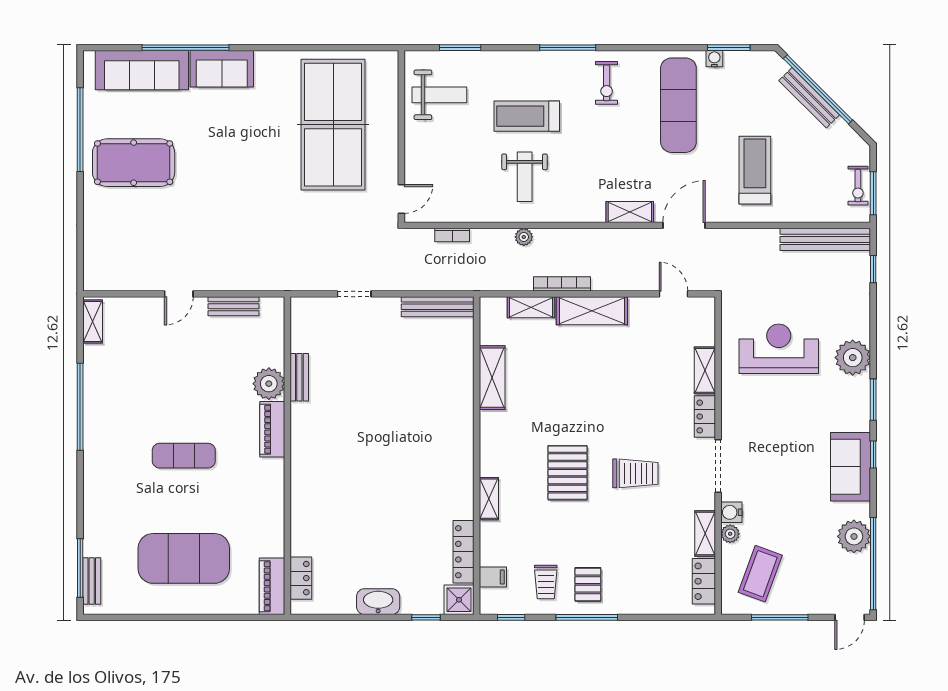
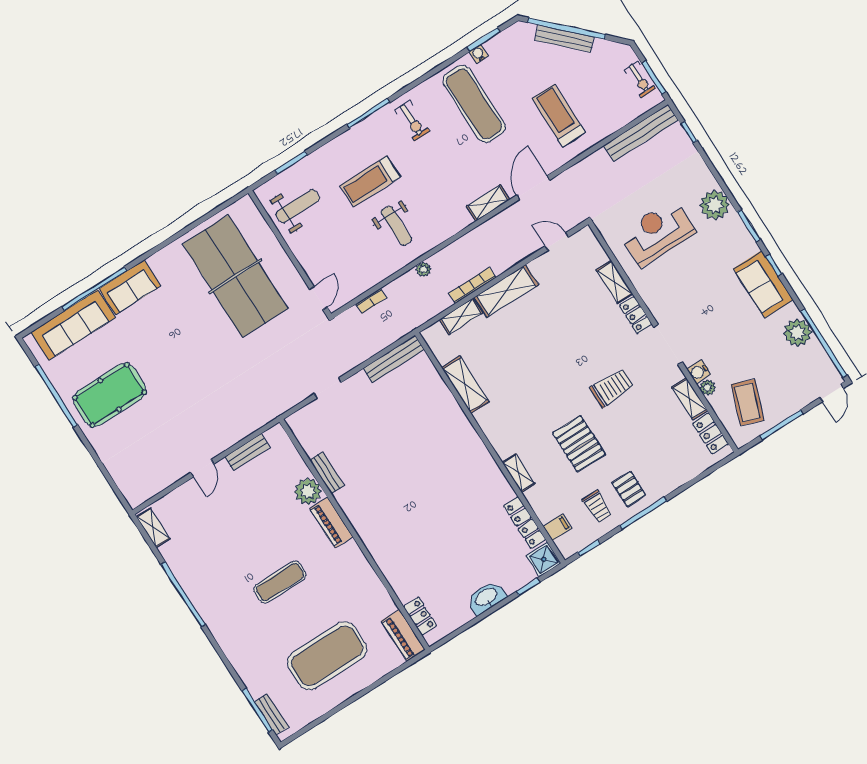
pallet: (568, 473) -> (579, 444), moved

